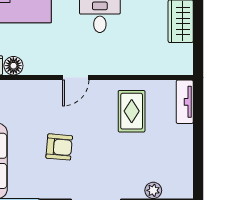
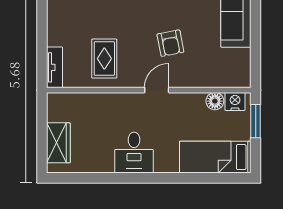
armchair: (59, 147) -> (170, 43), moved, turned -106

